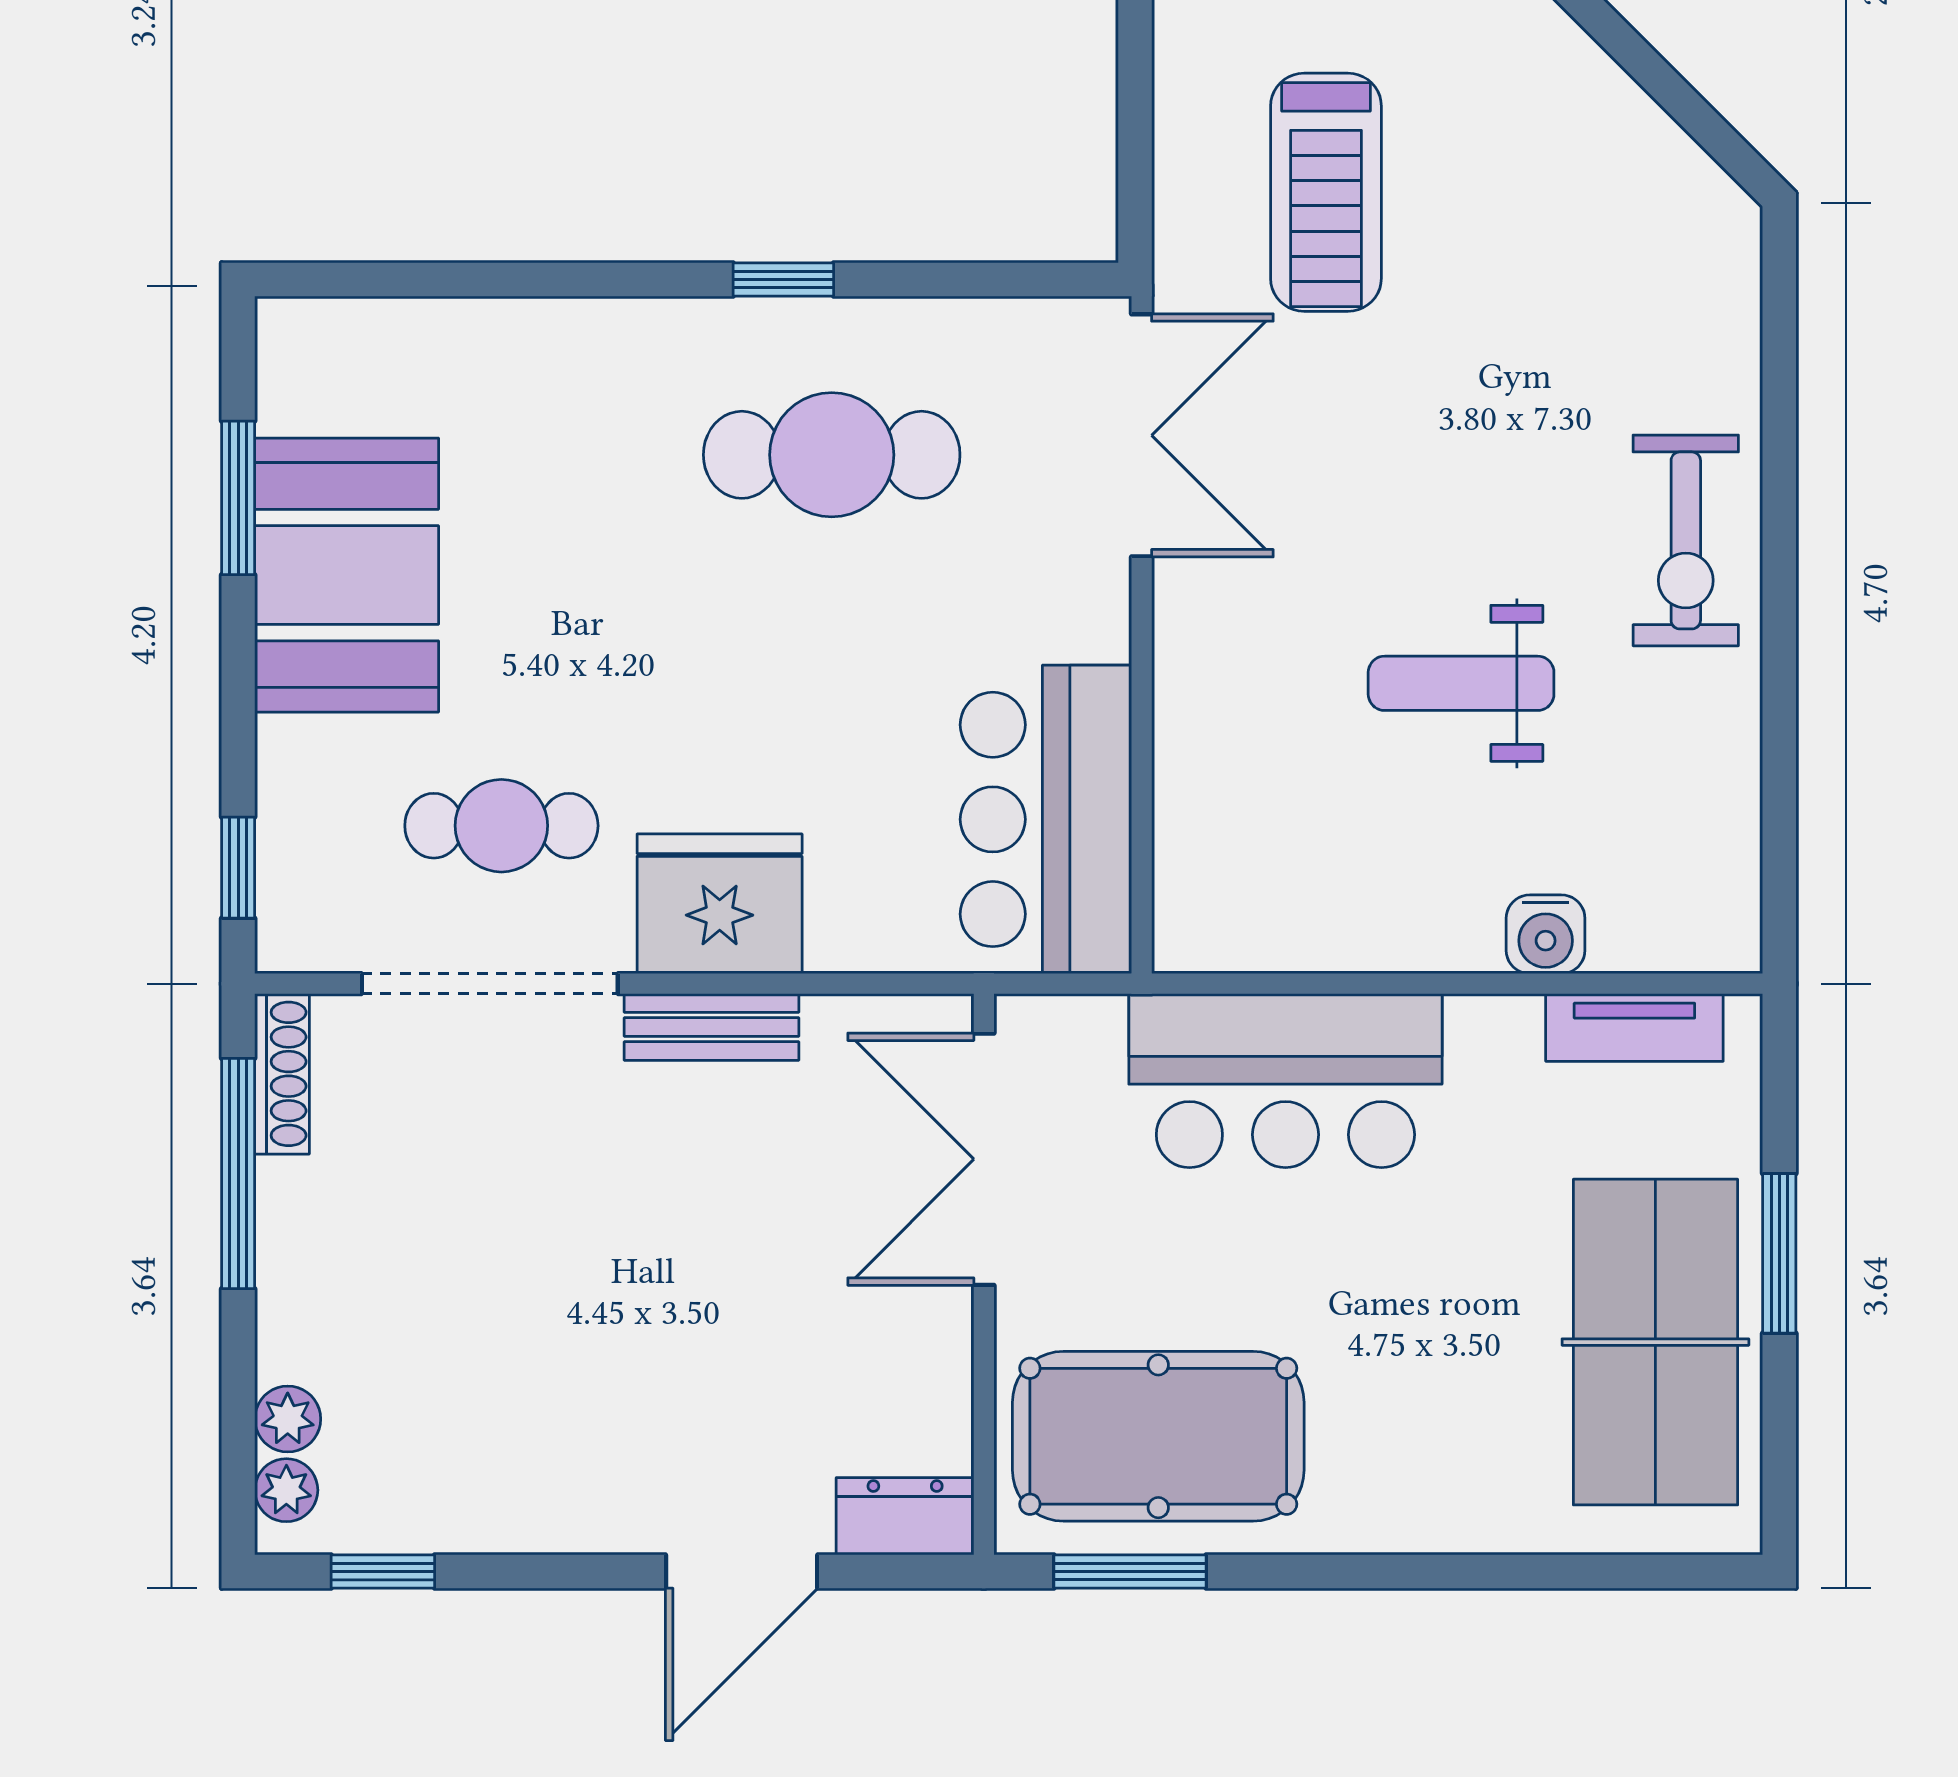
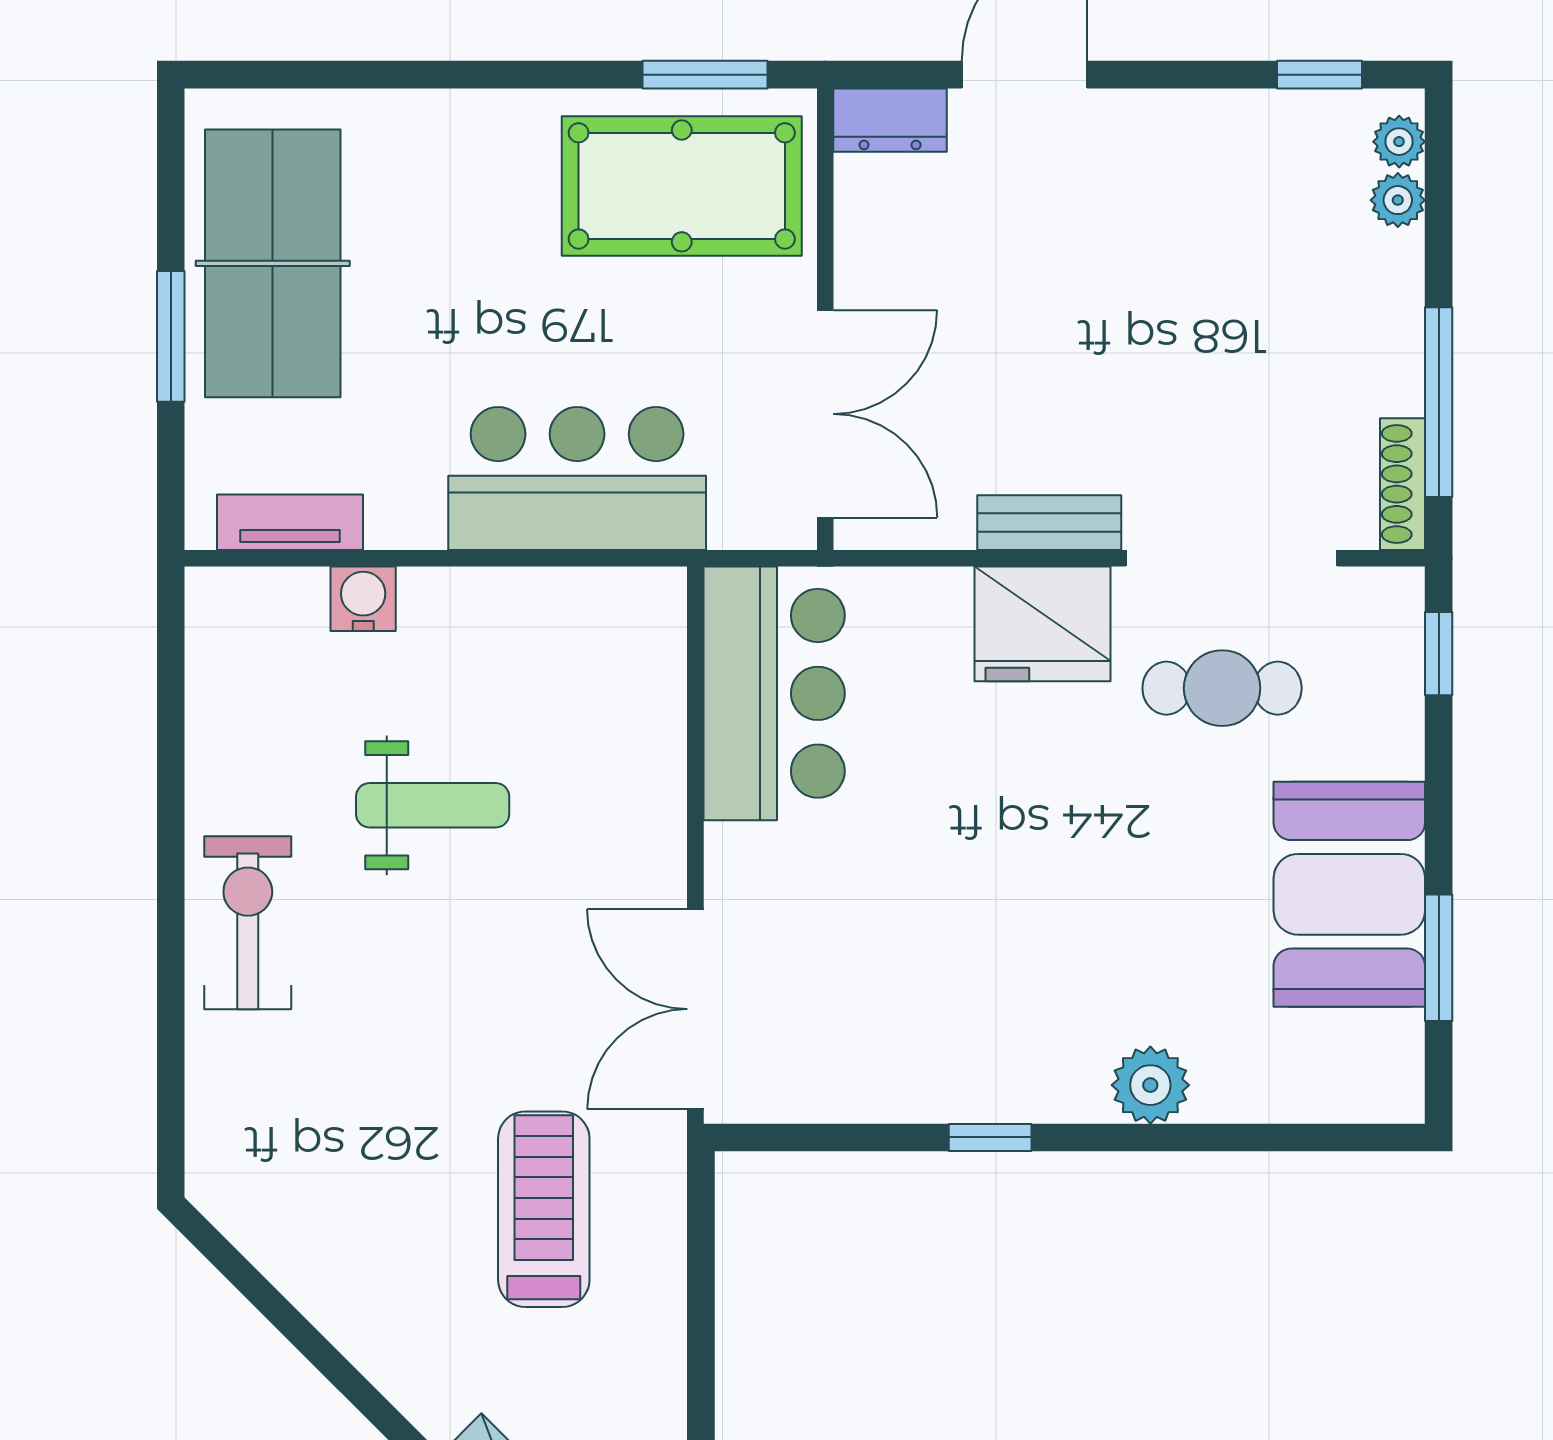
plant: (589, 343) -> (1150, 1085), added
cafe table: (832, 455) -> (950, 993), removed

